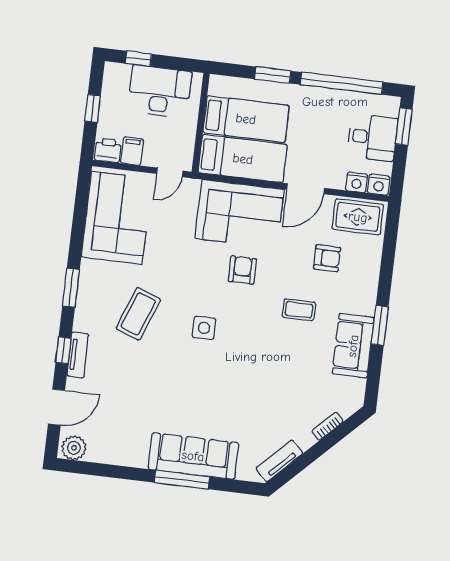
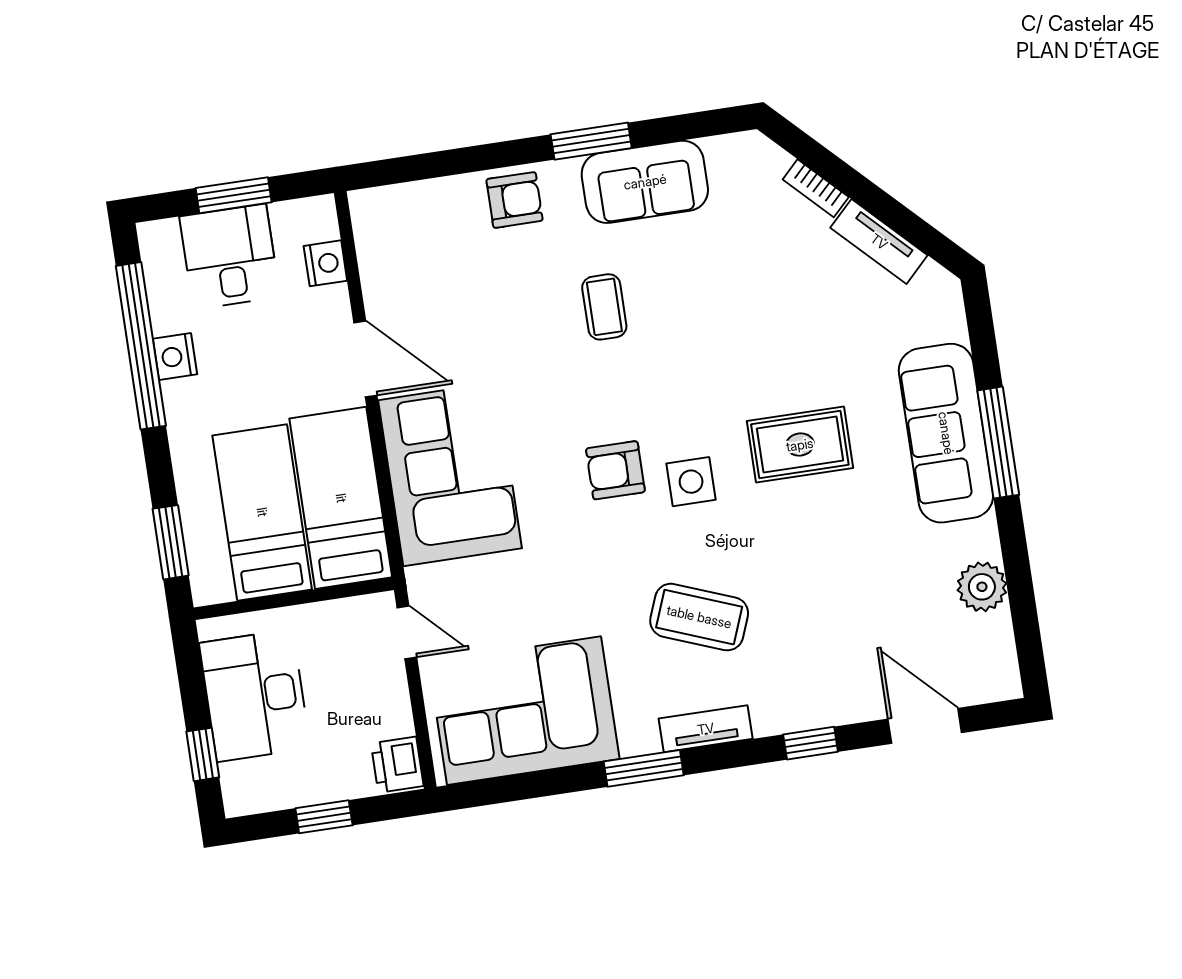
window: (273, 75) -> (171, 542), moved
window: (404, 127) -> (234, 195), moved
filing cabinet: (132, 151) -> (386, 717), removed
nightstand: (379, 185) -> (175, 357), moved, turned 180
rug: (358, 217) -> (800, 445), moved, turned 90
armchair: (327, 258) -> (515, 200), moved, turned 90
armchair: (242, 270) -> (615, 470), moved
window: (71, 288) -> (644, 768), moved
tv unit: (78, 355) -> (706, 729), moved
plant: (74, 448) -> (982, 587), moved
tv unit: (279, 461) -> (879, 242), moved

